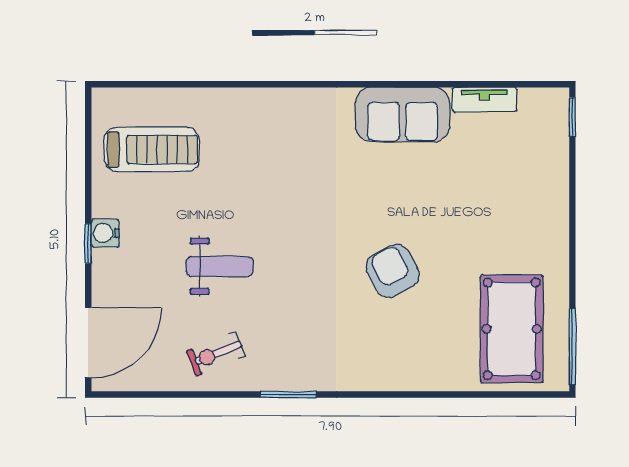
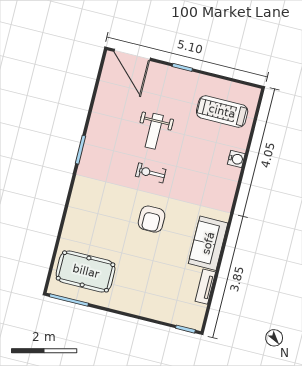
treadmill: (152, 150) -> (222, 111), turned 90
water cooler: (105, 233) -> (236, 159), moved, turned 90
armchair: (393, 271) -> (152, 219), moved, turned 118
exercise bike: (216, 354) -> (151, 173), moved, turned -68

